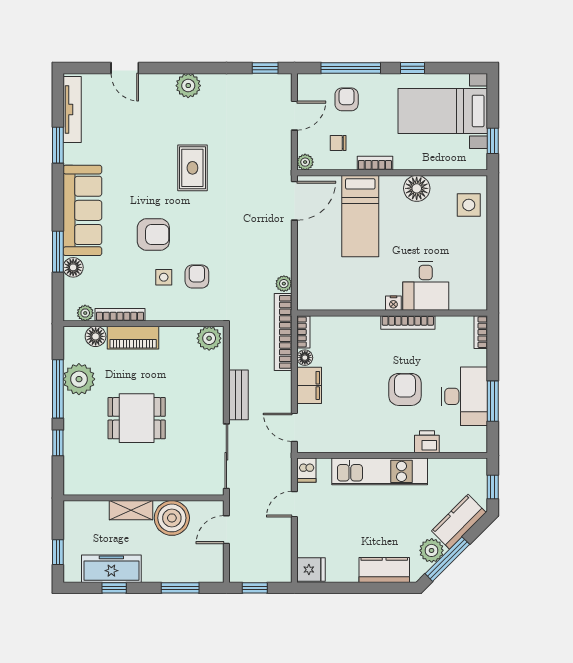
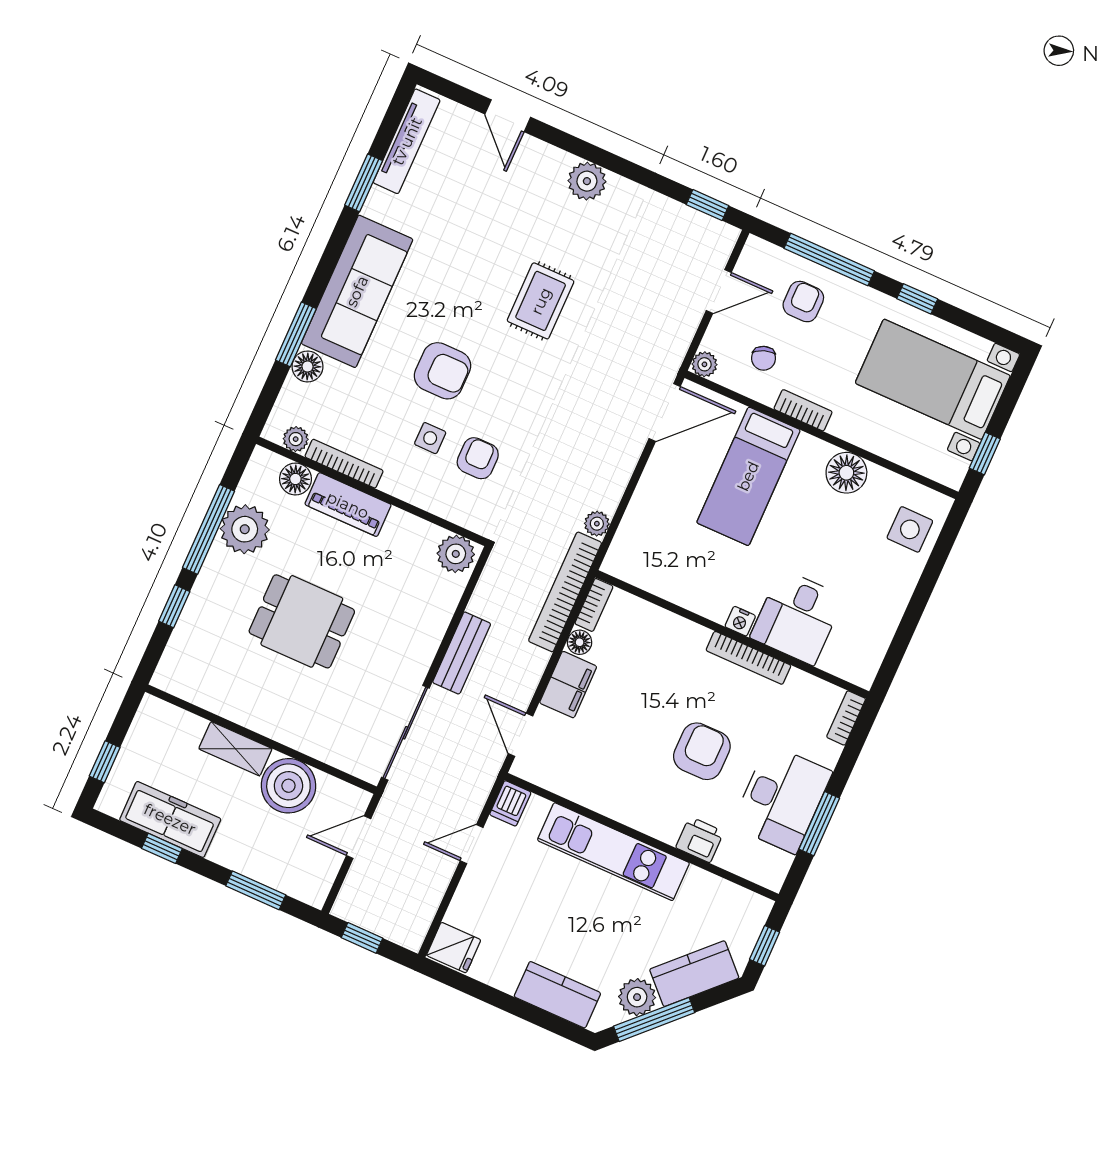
chair: (338, 143) -> (764, 358), turned -110

